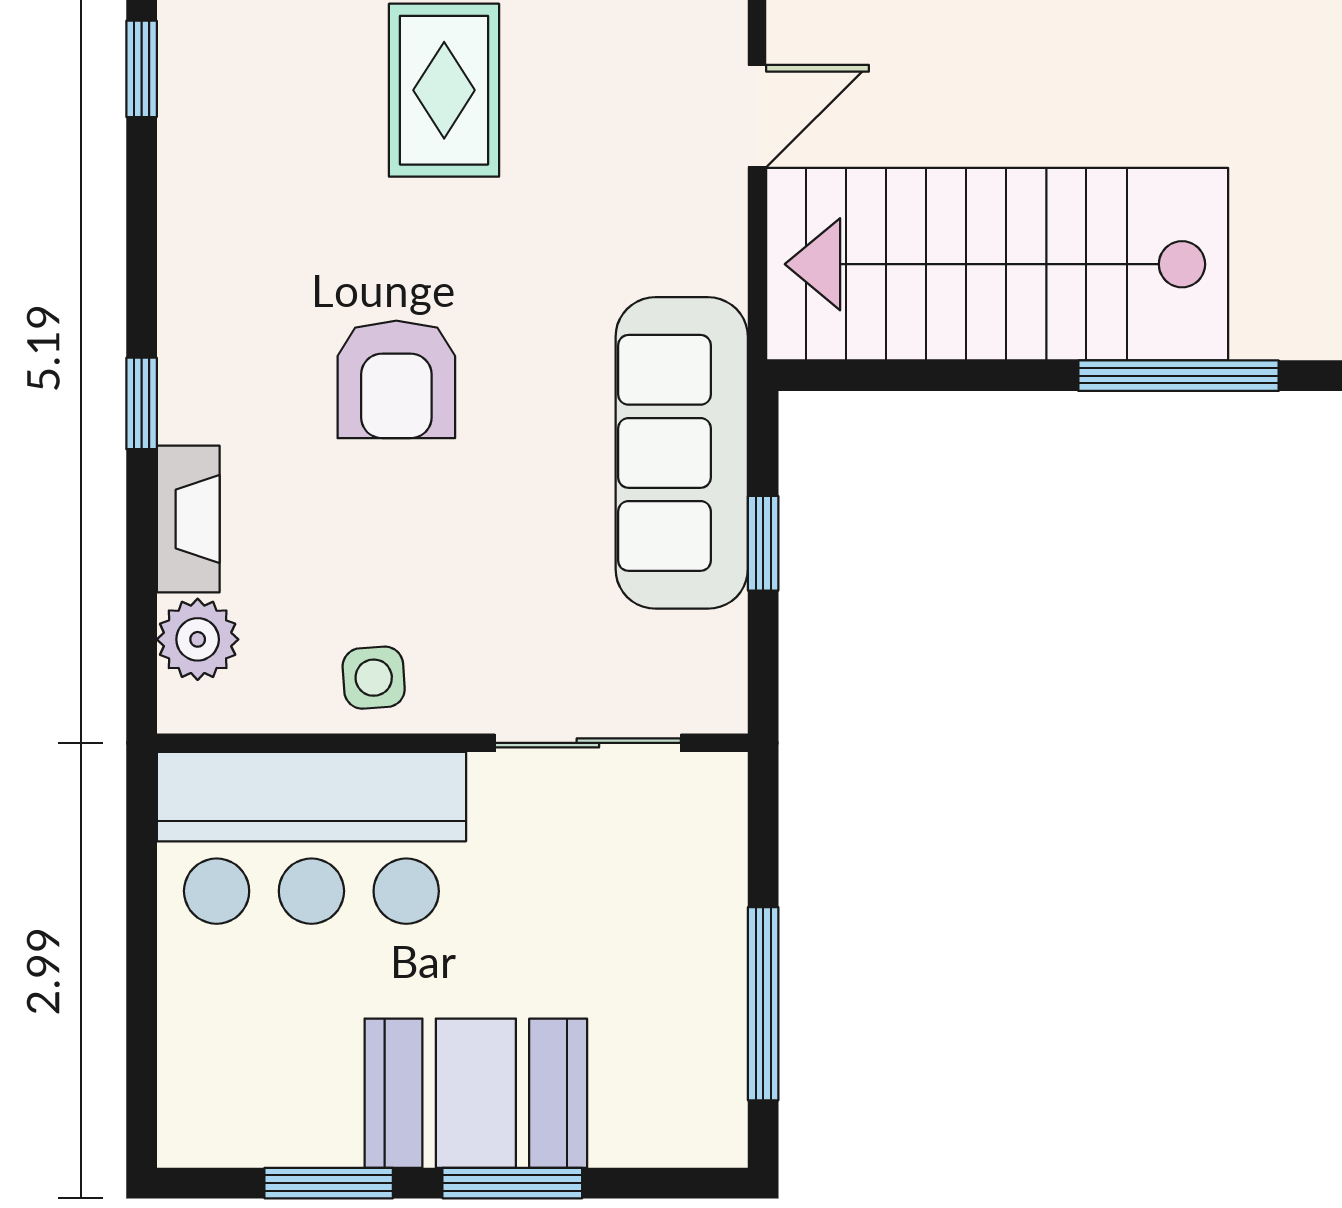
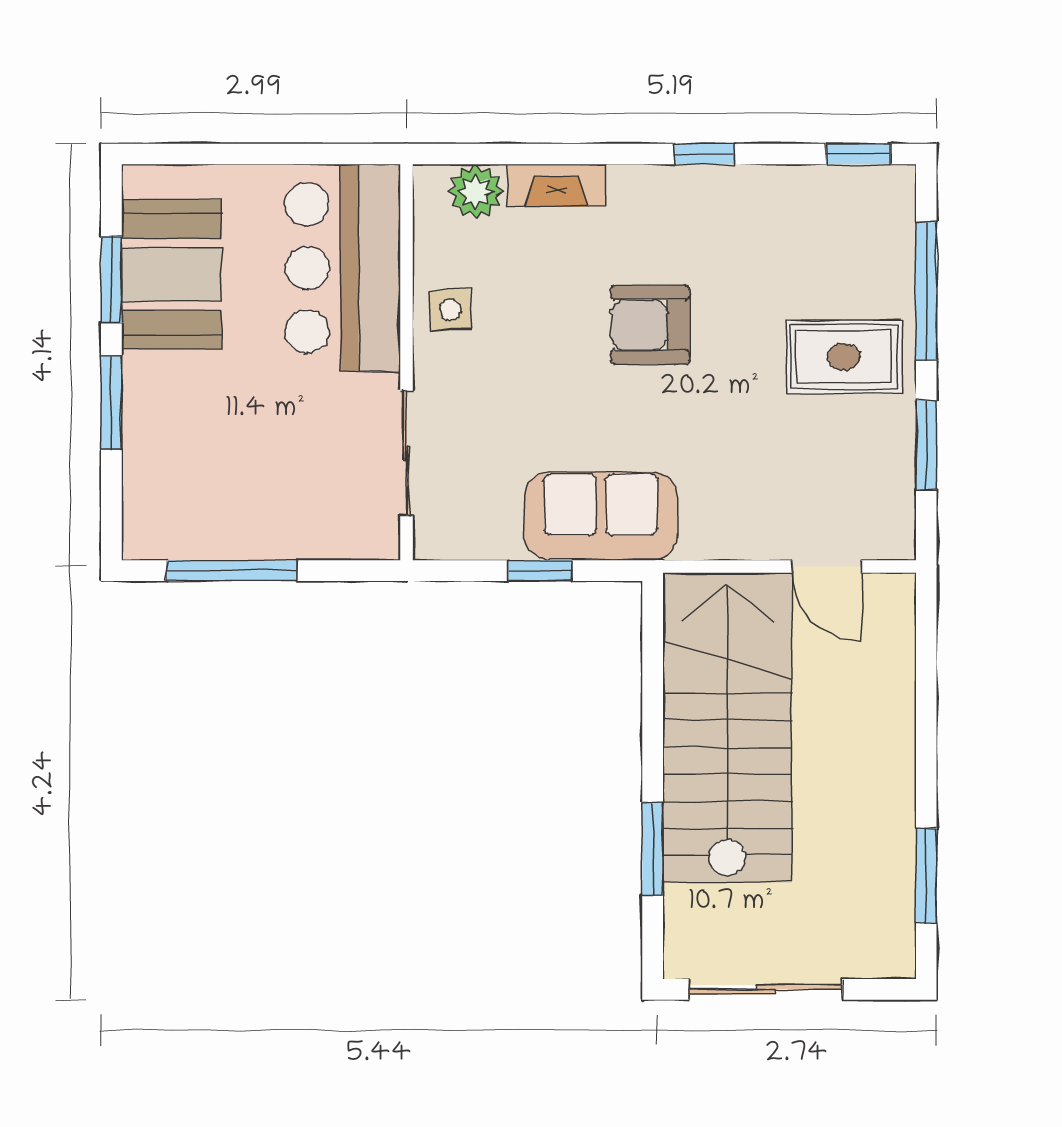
window: (1178, 376) -> (653, 849), width x0.69
window: (142, 403) -> (705, 154), moved
sofa: (682, 453) -> (601, 516), width x0.73
booth: (476, 1093) -> (172, 275), moved

